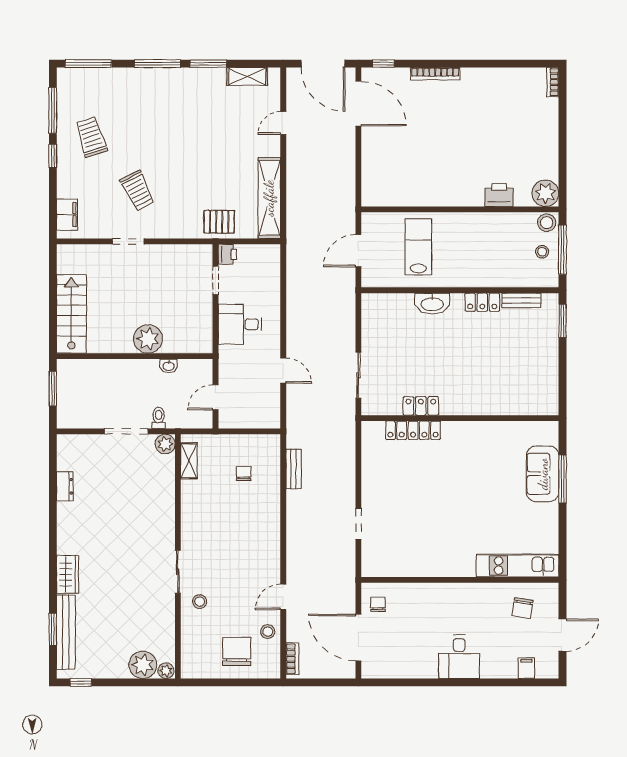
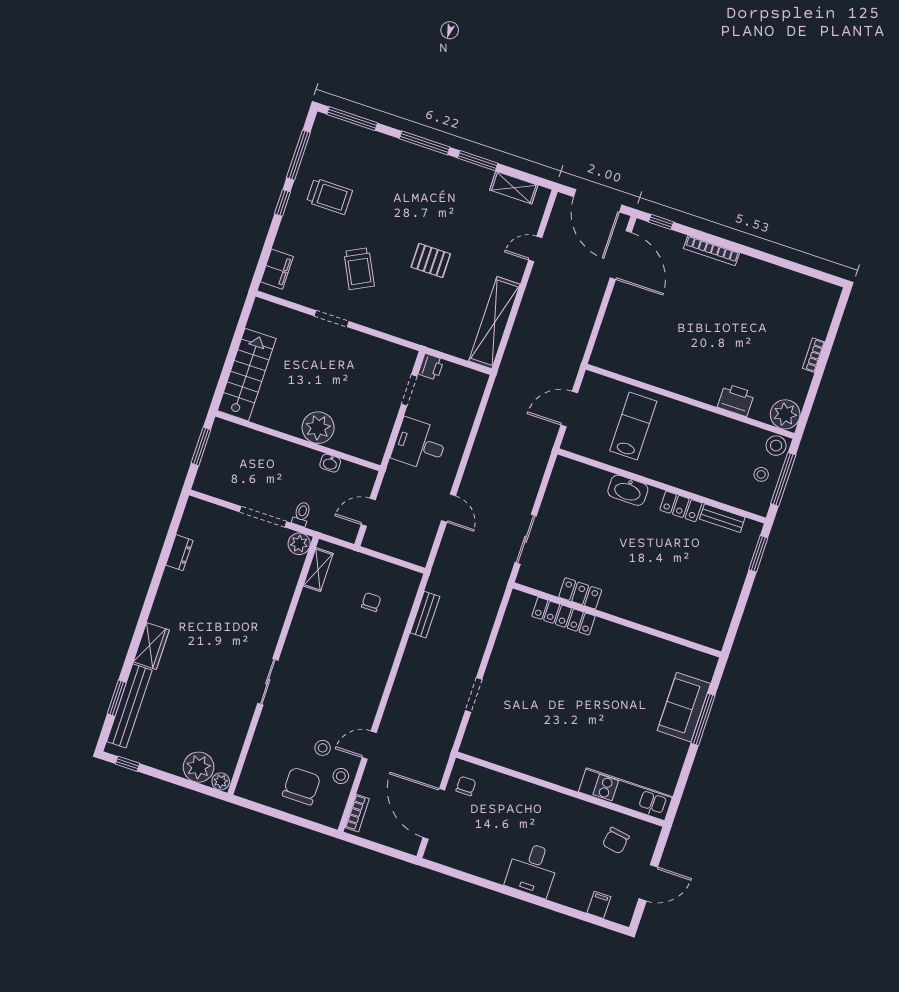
bookcase: (553, 82) -> (814, 355), moved
trolley: (91, 137) -> (329, 196), turned 108
pallet: (219, 222) -> (431, 261), moved
stool: (200, 602) -> (323, 748), moved

